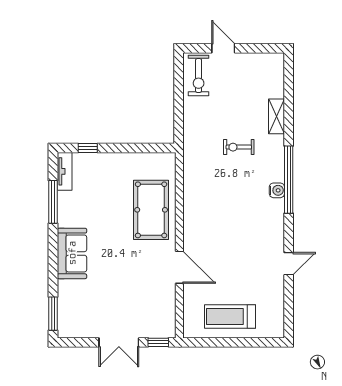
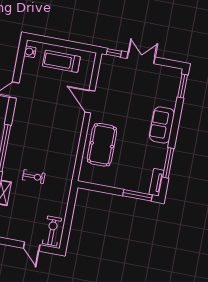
window: (88, 148) -> (137, 195), width x2.17
water cooler: (277, 190) -> (30, 52), moved
treadmill: (230, 316) -> (61, 61), turned 180

